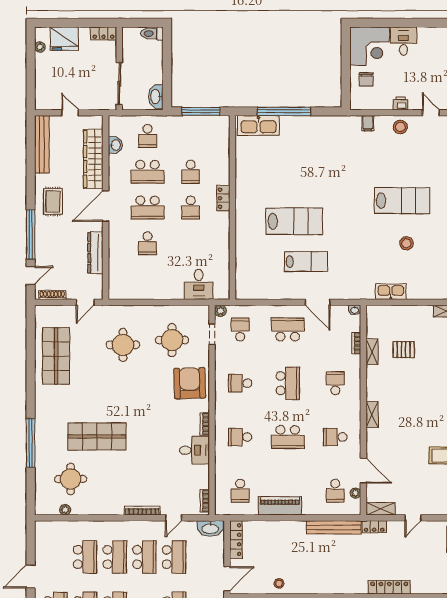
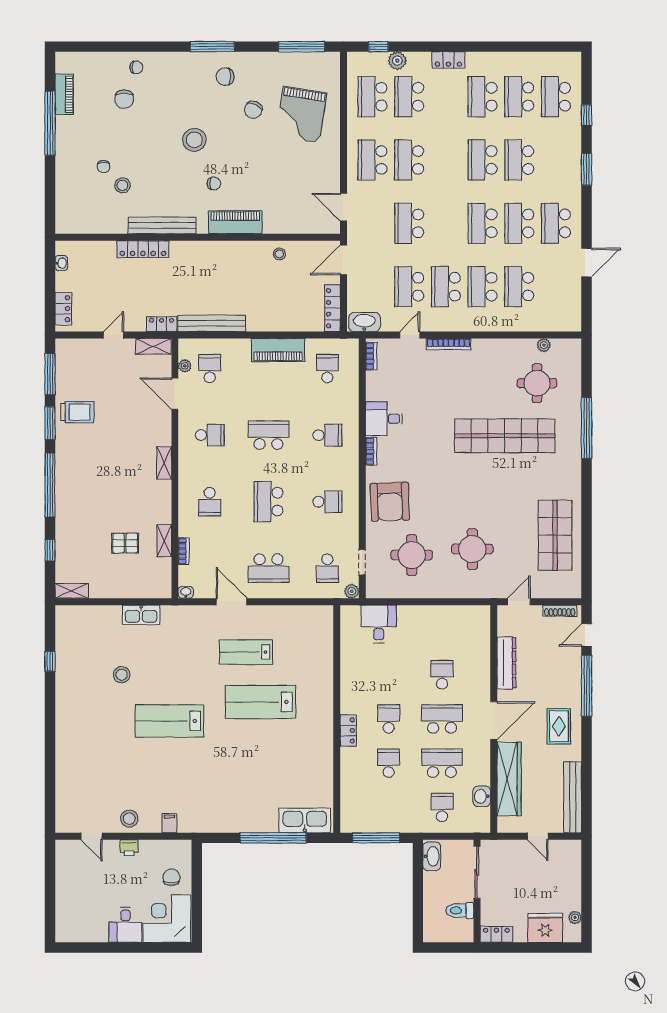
toilet: (152, 34) -> (460, 910), moved, turned 180
lab bench: (402, 201) -> (170, 721), moved
shop shelf: (97, 437) -> (505, 436), width x1.40

